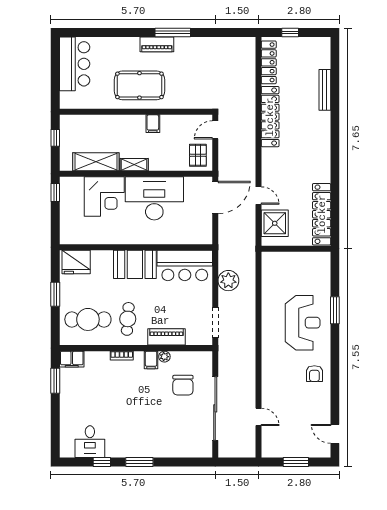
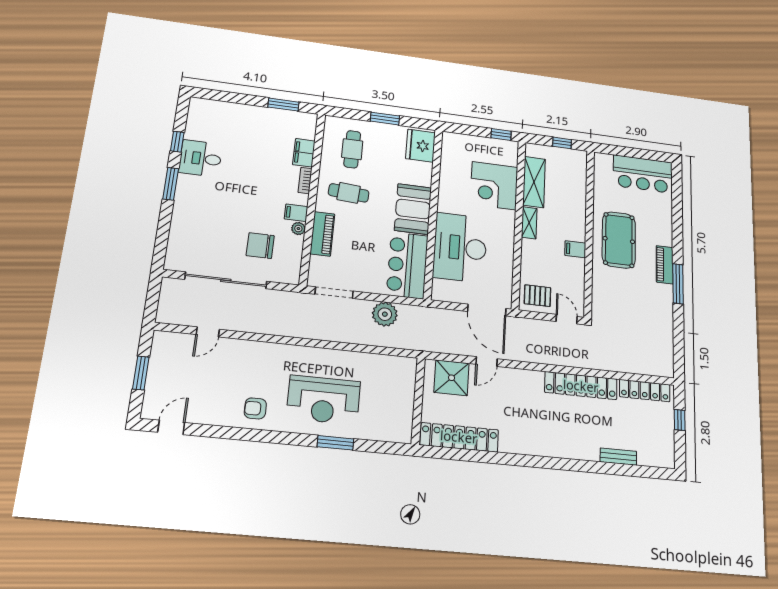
bench: (325, 90) -> (618, 457), width x0.73
desk: (154, 198) -> (460, 248), moved, turned 180
cafe table: (88, 319) -> (352, 149), width x0.73, depth x0.74
filing cabinet: (72, 359) -> (304, 153), moved
desk: (90, 442) -> (201, 158), moved

